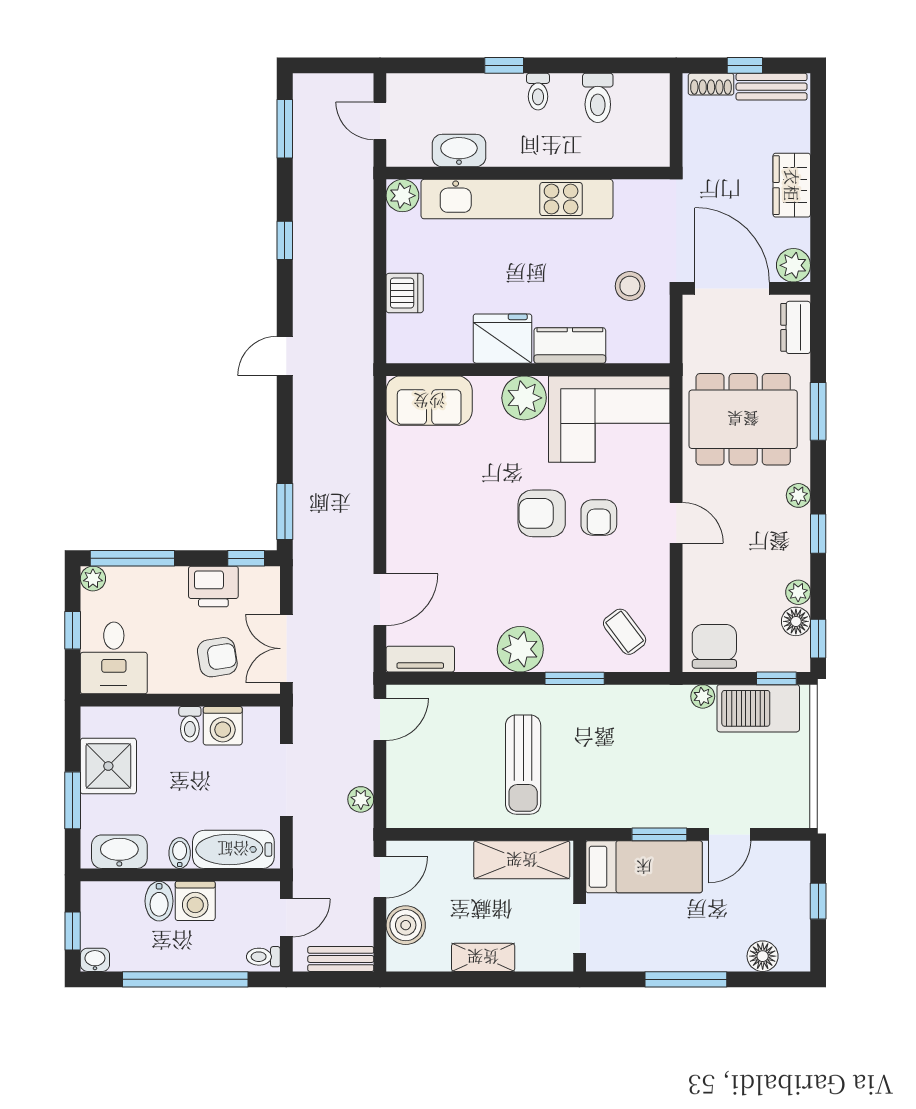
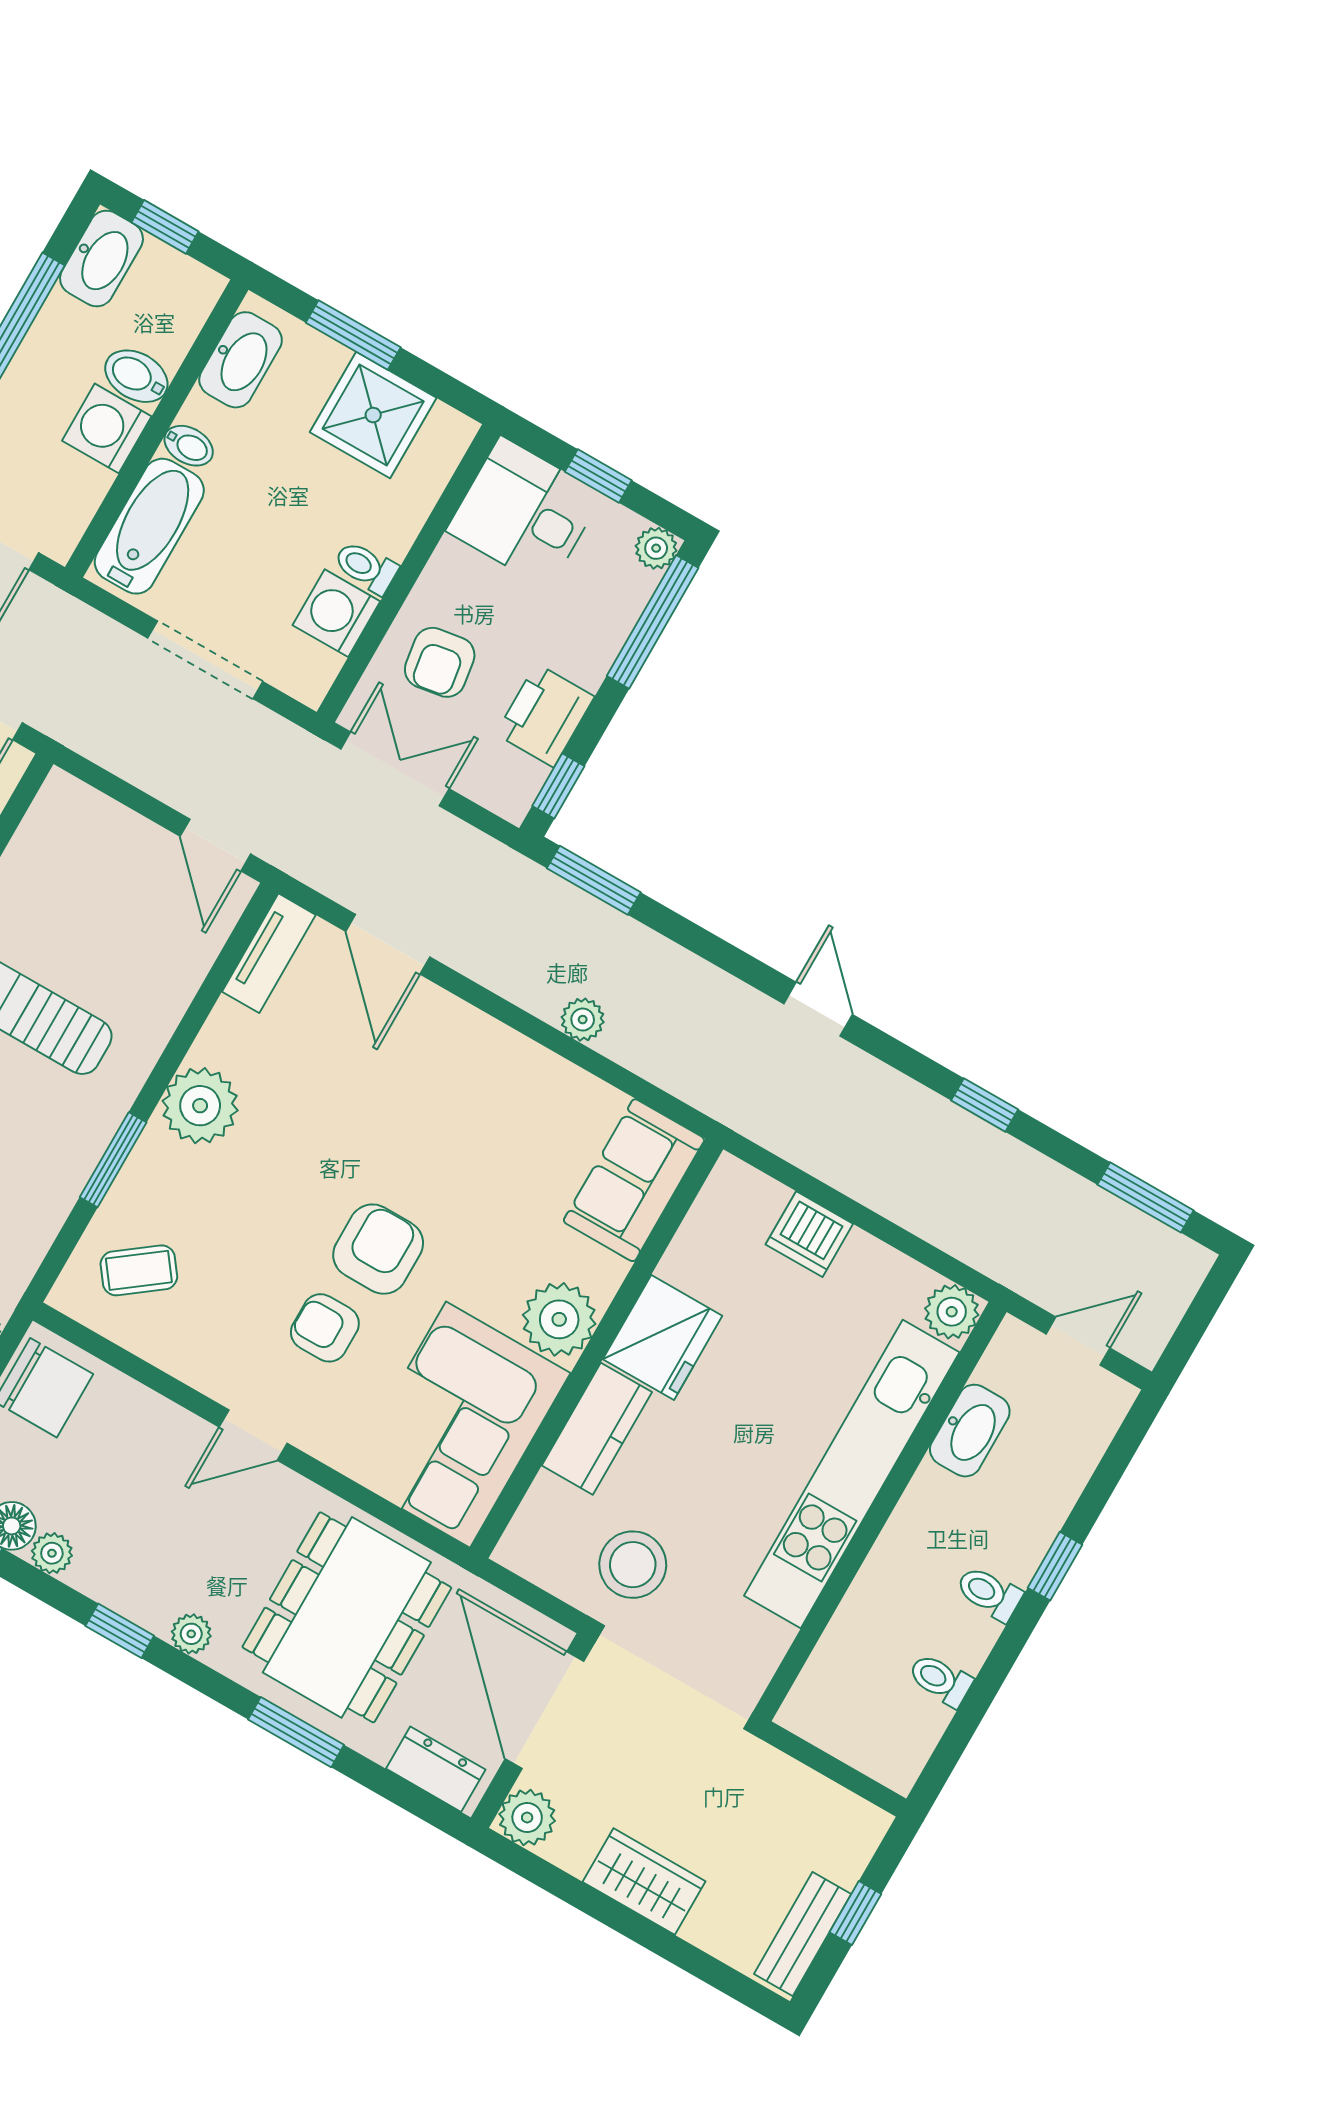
shoe rack: (711, 84) -> (856, 1849), removed
toilet: (598, 98) -> (940, 1680), width x0.73, depth x0.72
stool: (630, 286) -> (633, 1565), width x1.38, depth x1.38
door: (732, 288) -> (544, 1710), swing flipped
plant: (361, 799) -> (583, 1020), moved
washbasin: (95, 960) -> (101, 259), width x1.91, depth x1.45

